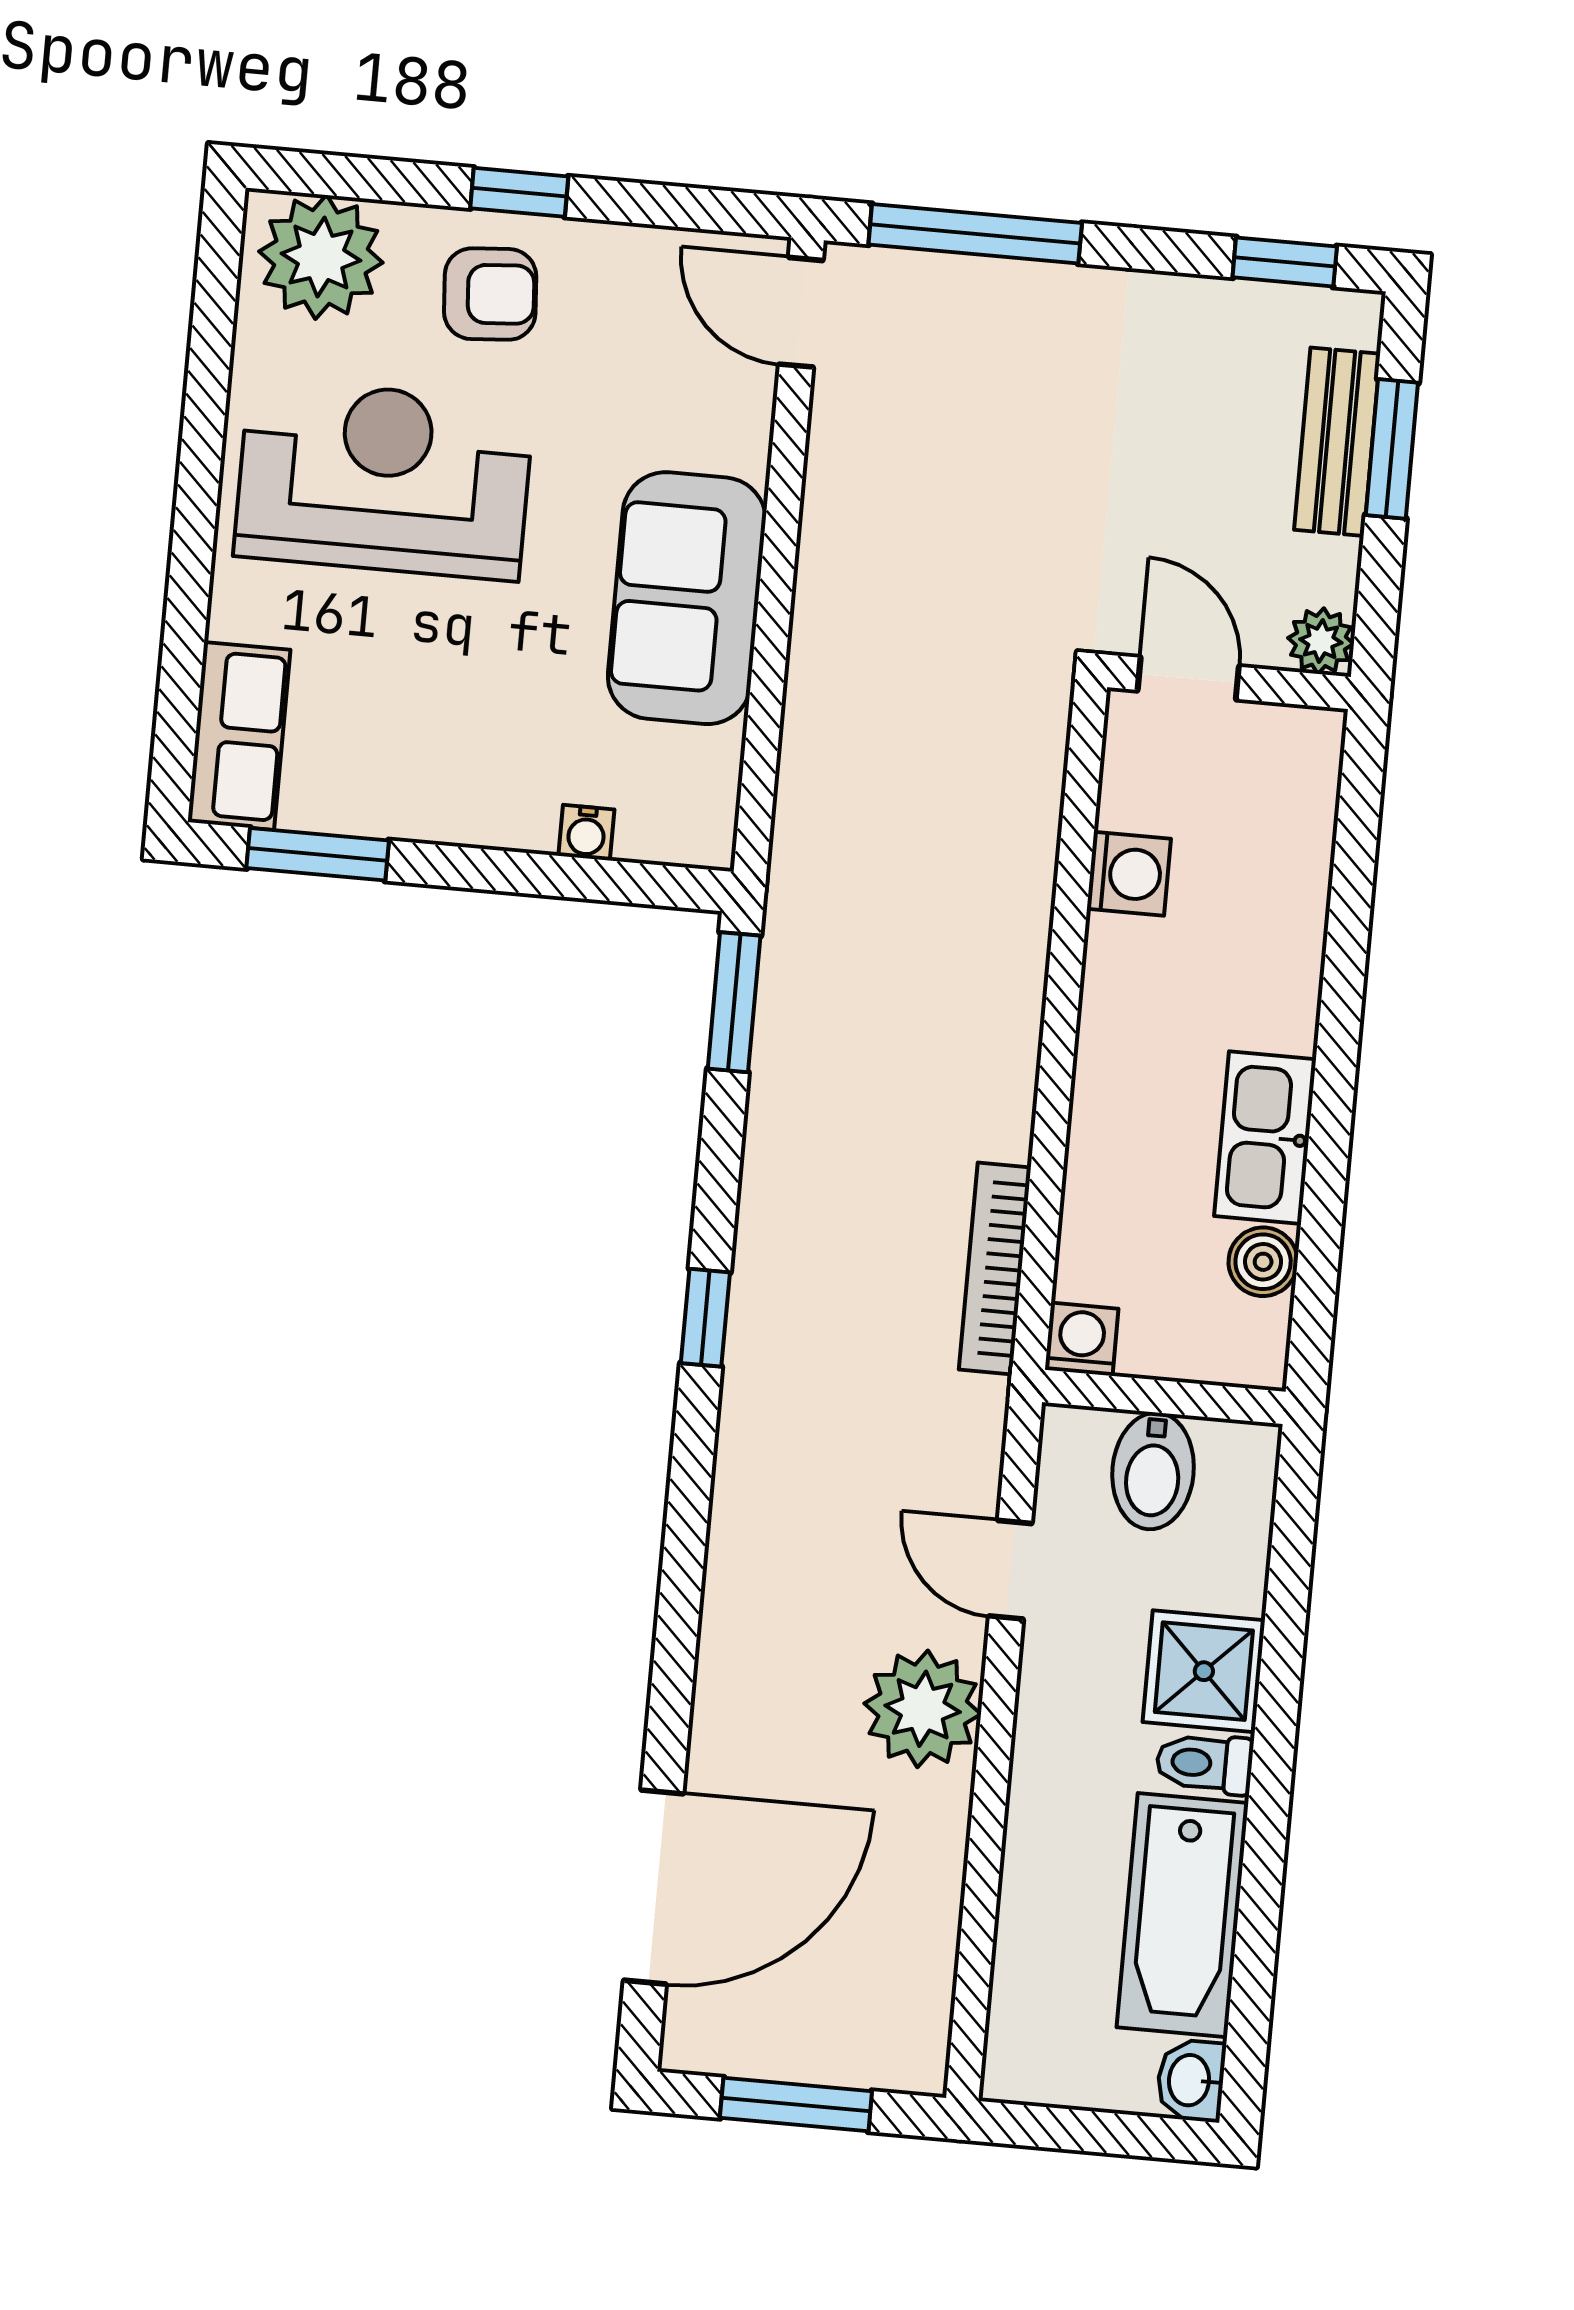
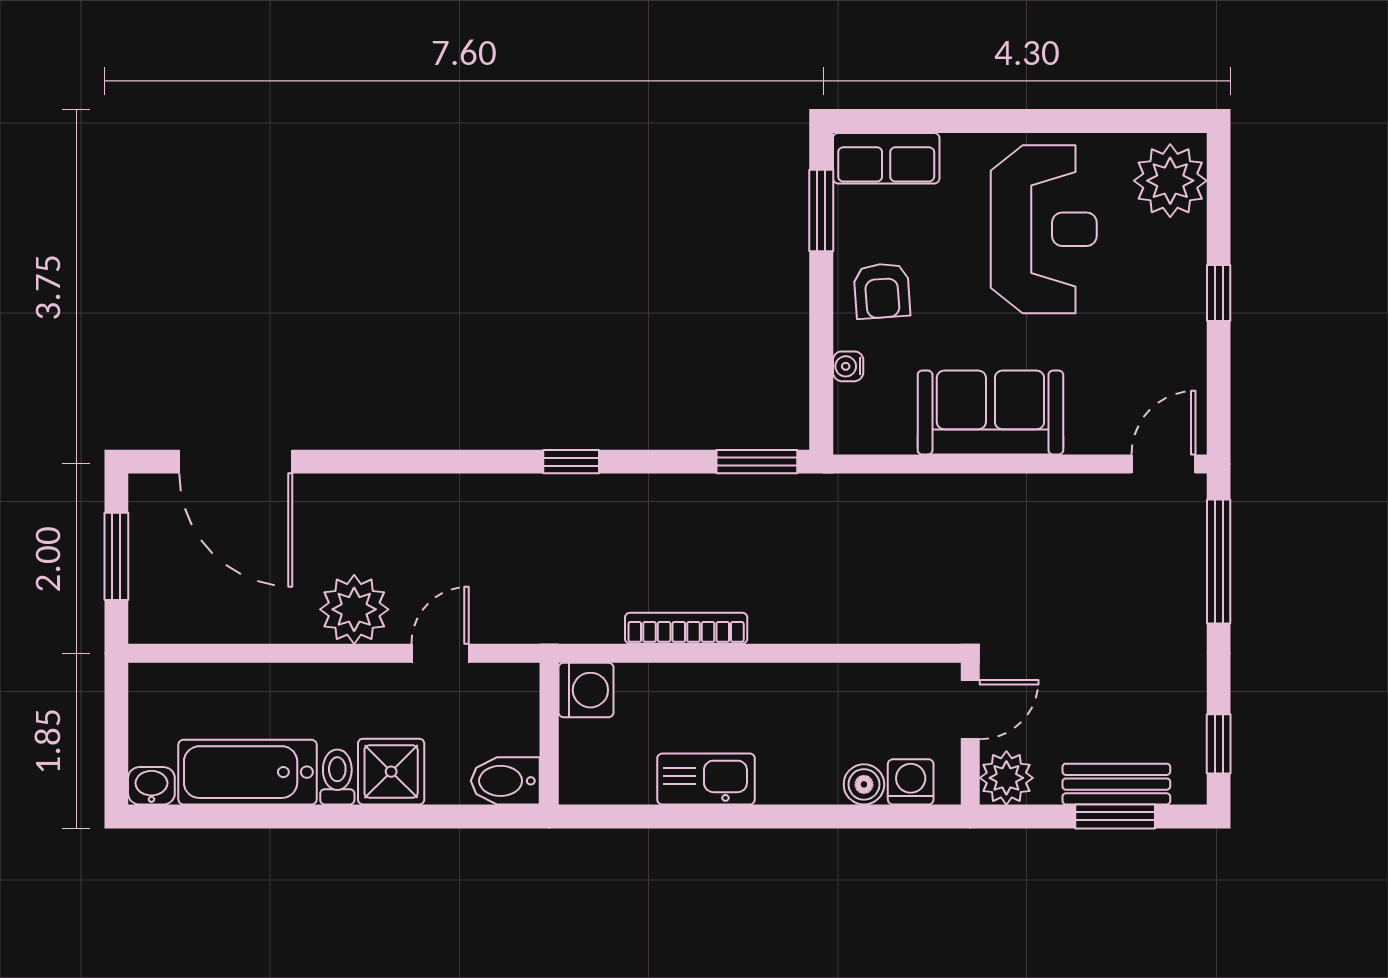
armchair: (490, 294) -> (882, 291), moved
plant: (1321, 641) -> (1006, 778), width x1.38, depth x1.38
washing machine: (1129, 874) -> (911, 782), moved, turned 180
boiler: (1263, 1262) -> (864, 784), moved
bookcase: (995, 1268) -> (686, 628), moved
washing machine: (1082, 1339) -> (586, 690), width x1.38, depth x1.38
bidet: (1153, 1471) -> (505, 781), moved

